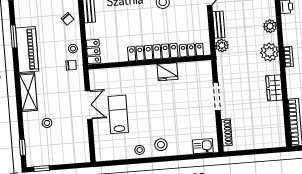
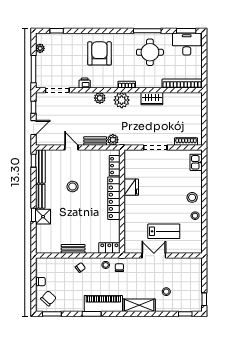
lab bench: (118, 114) -> (164, 231), turned 180

